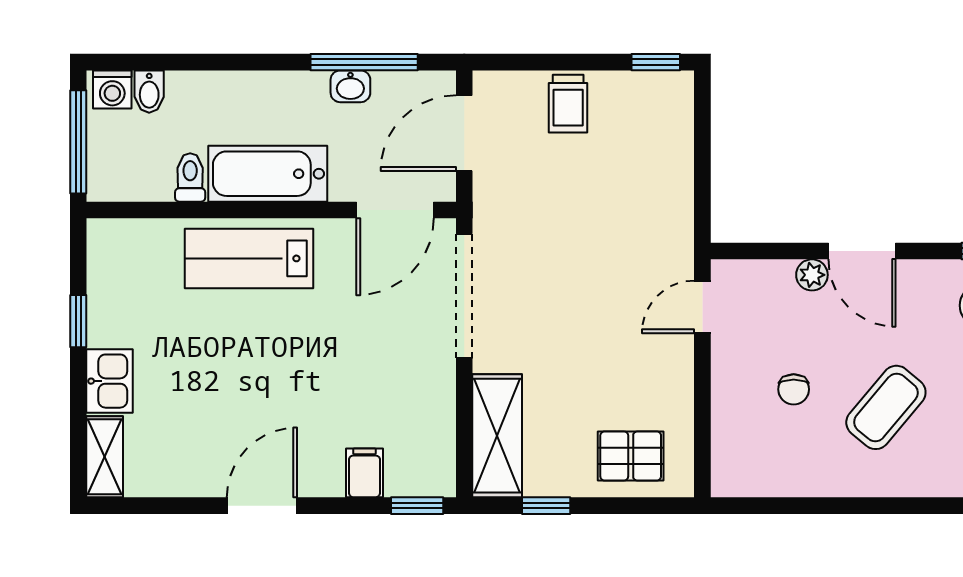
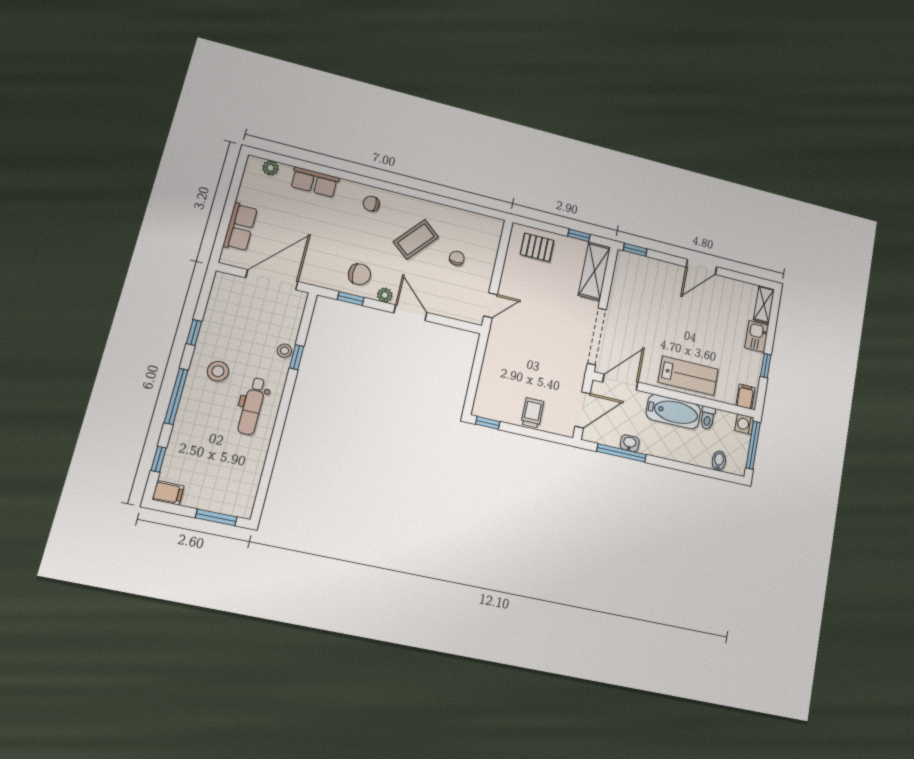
washing machine: (112, 89) -> (744, 424), moved, turned -90
plant: (812, 275) -> (385, 295), moved
filing cabinet: (364, 473) -> (745, 397), moved, turned 180

